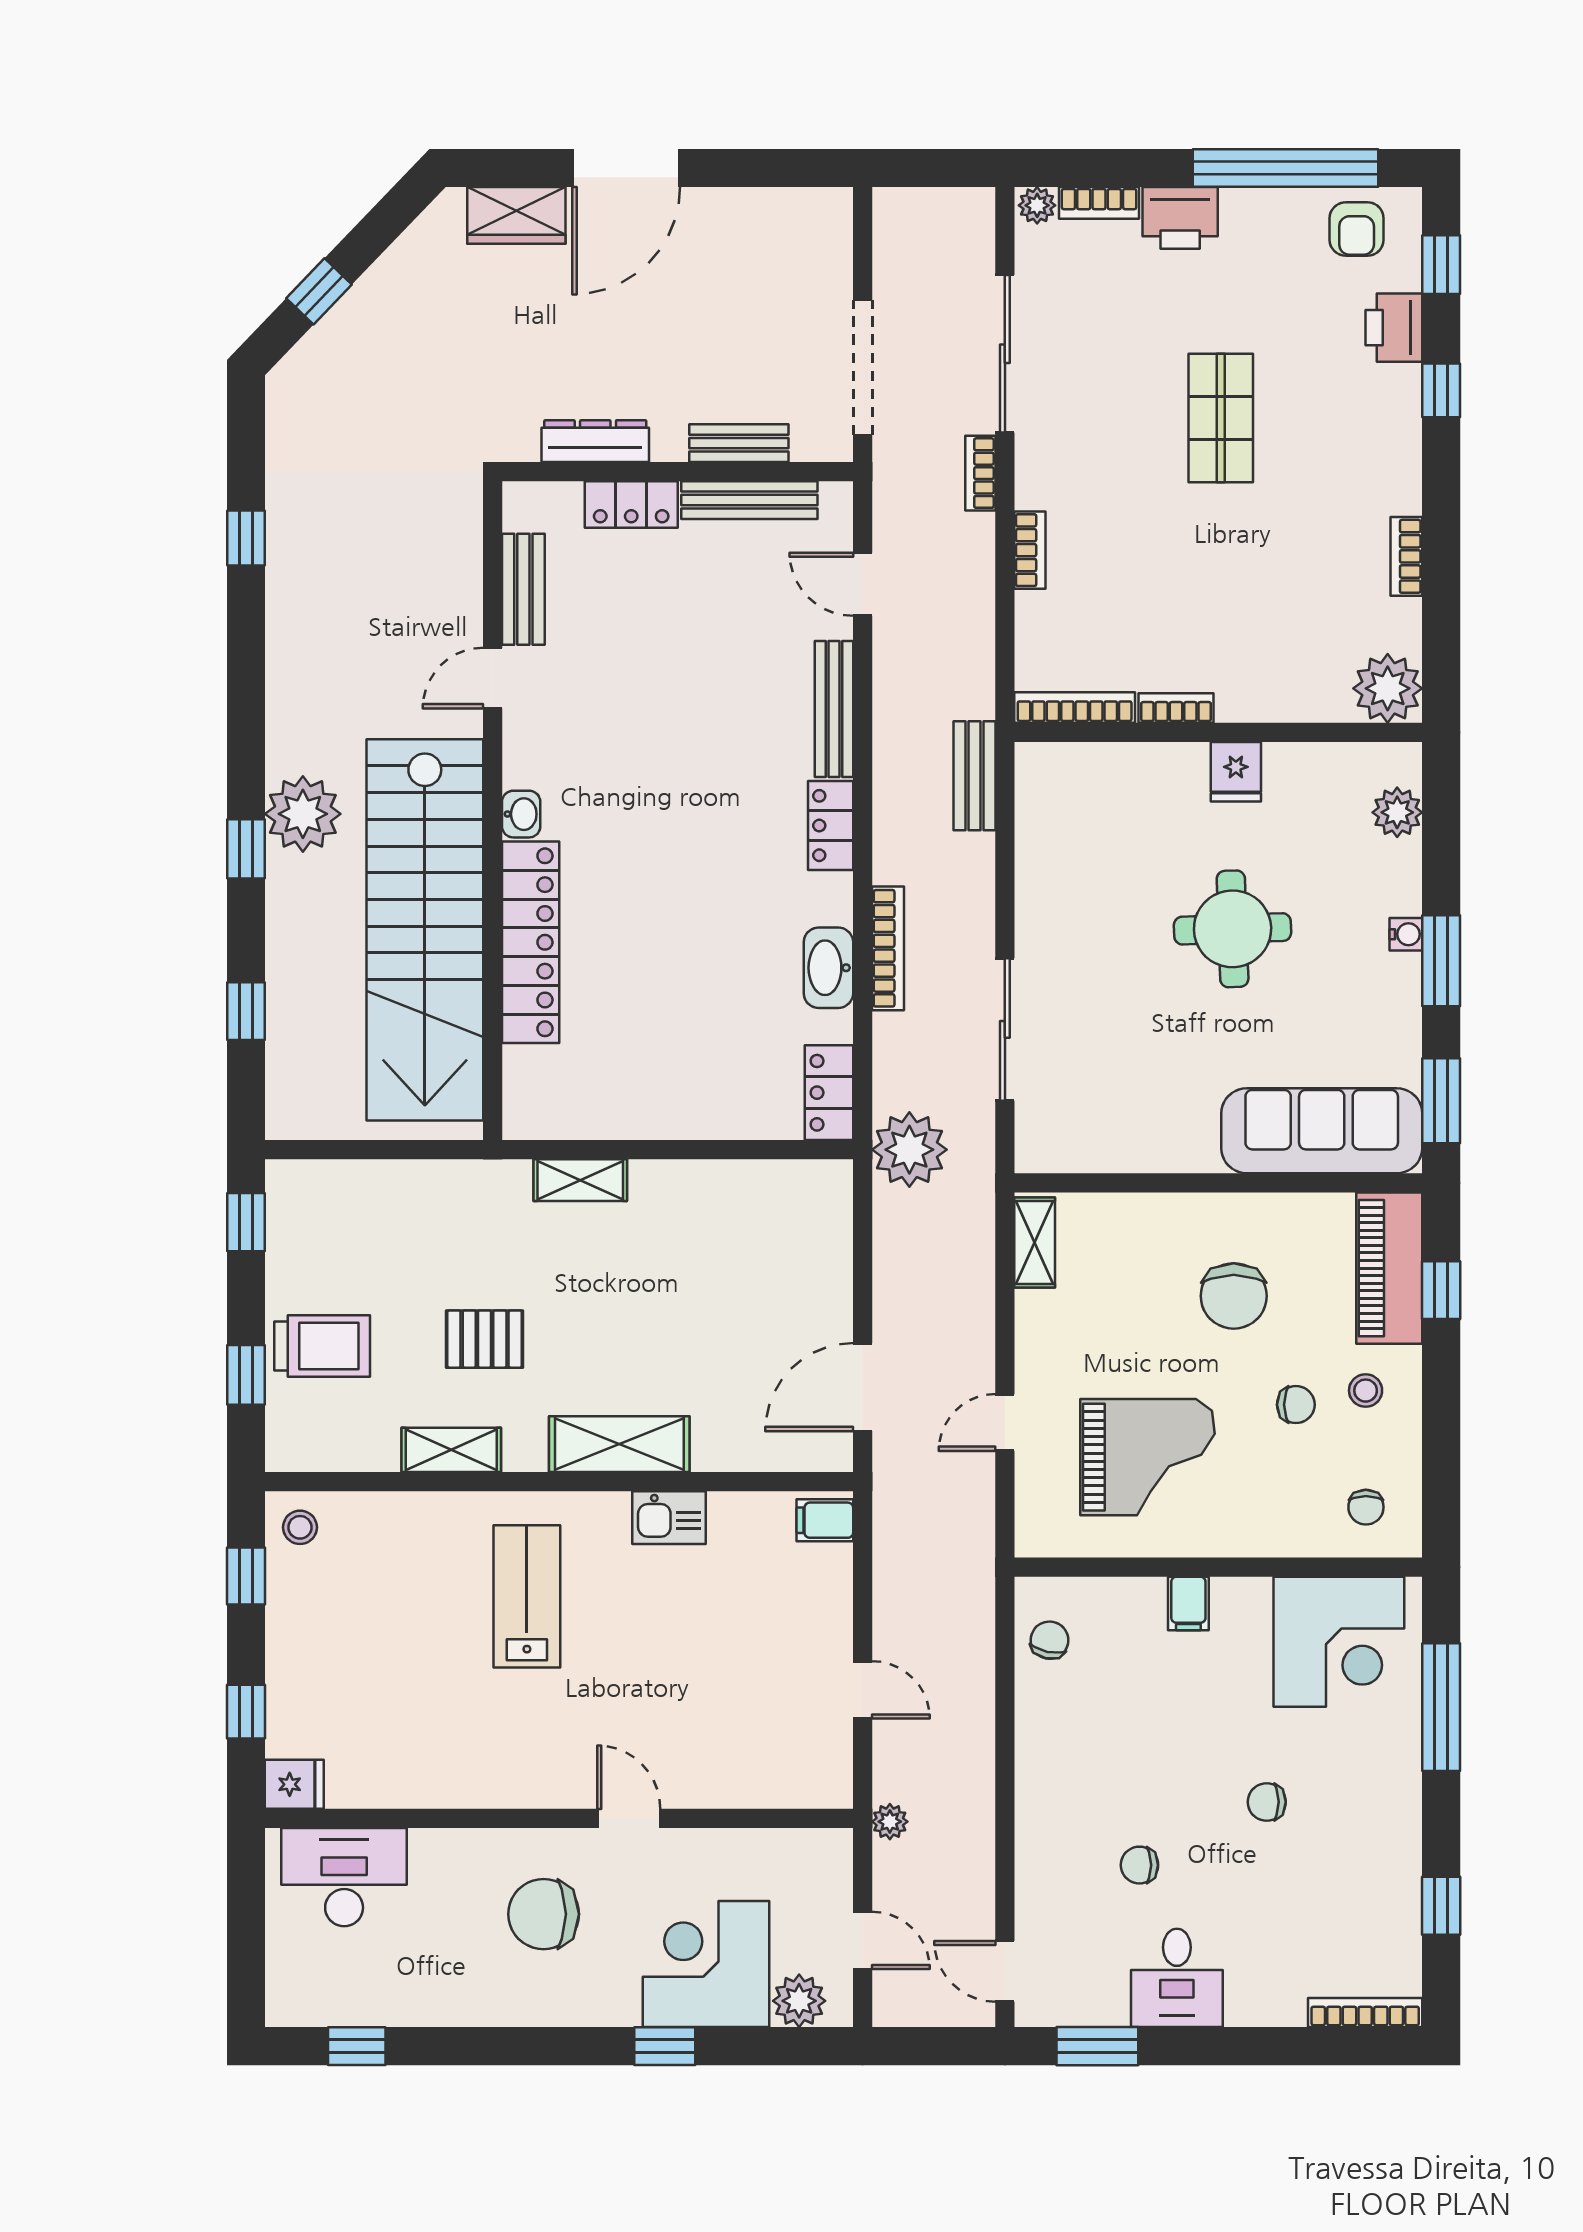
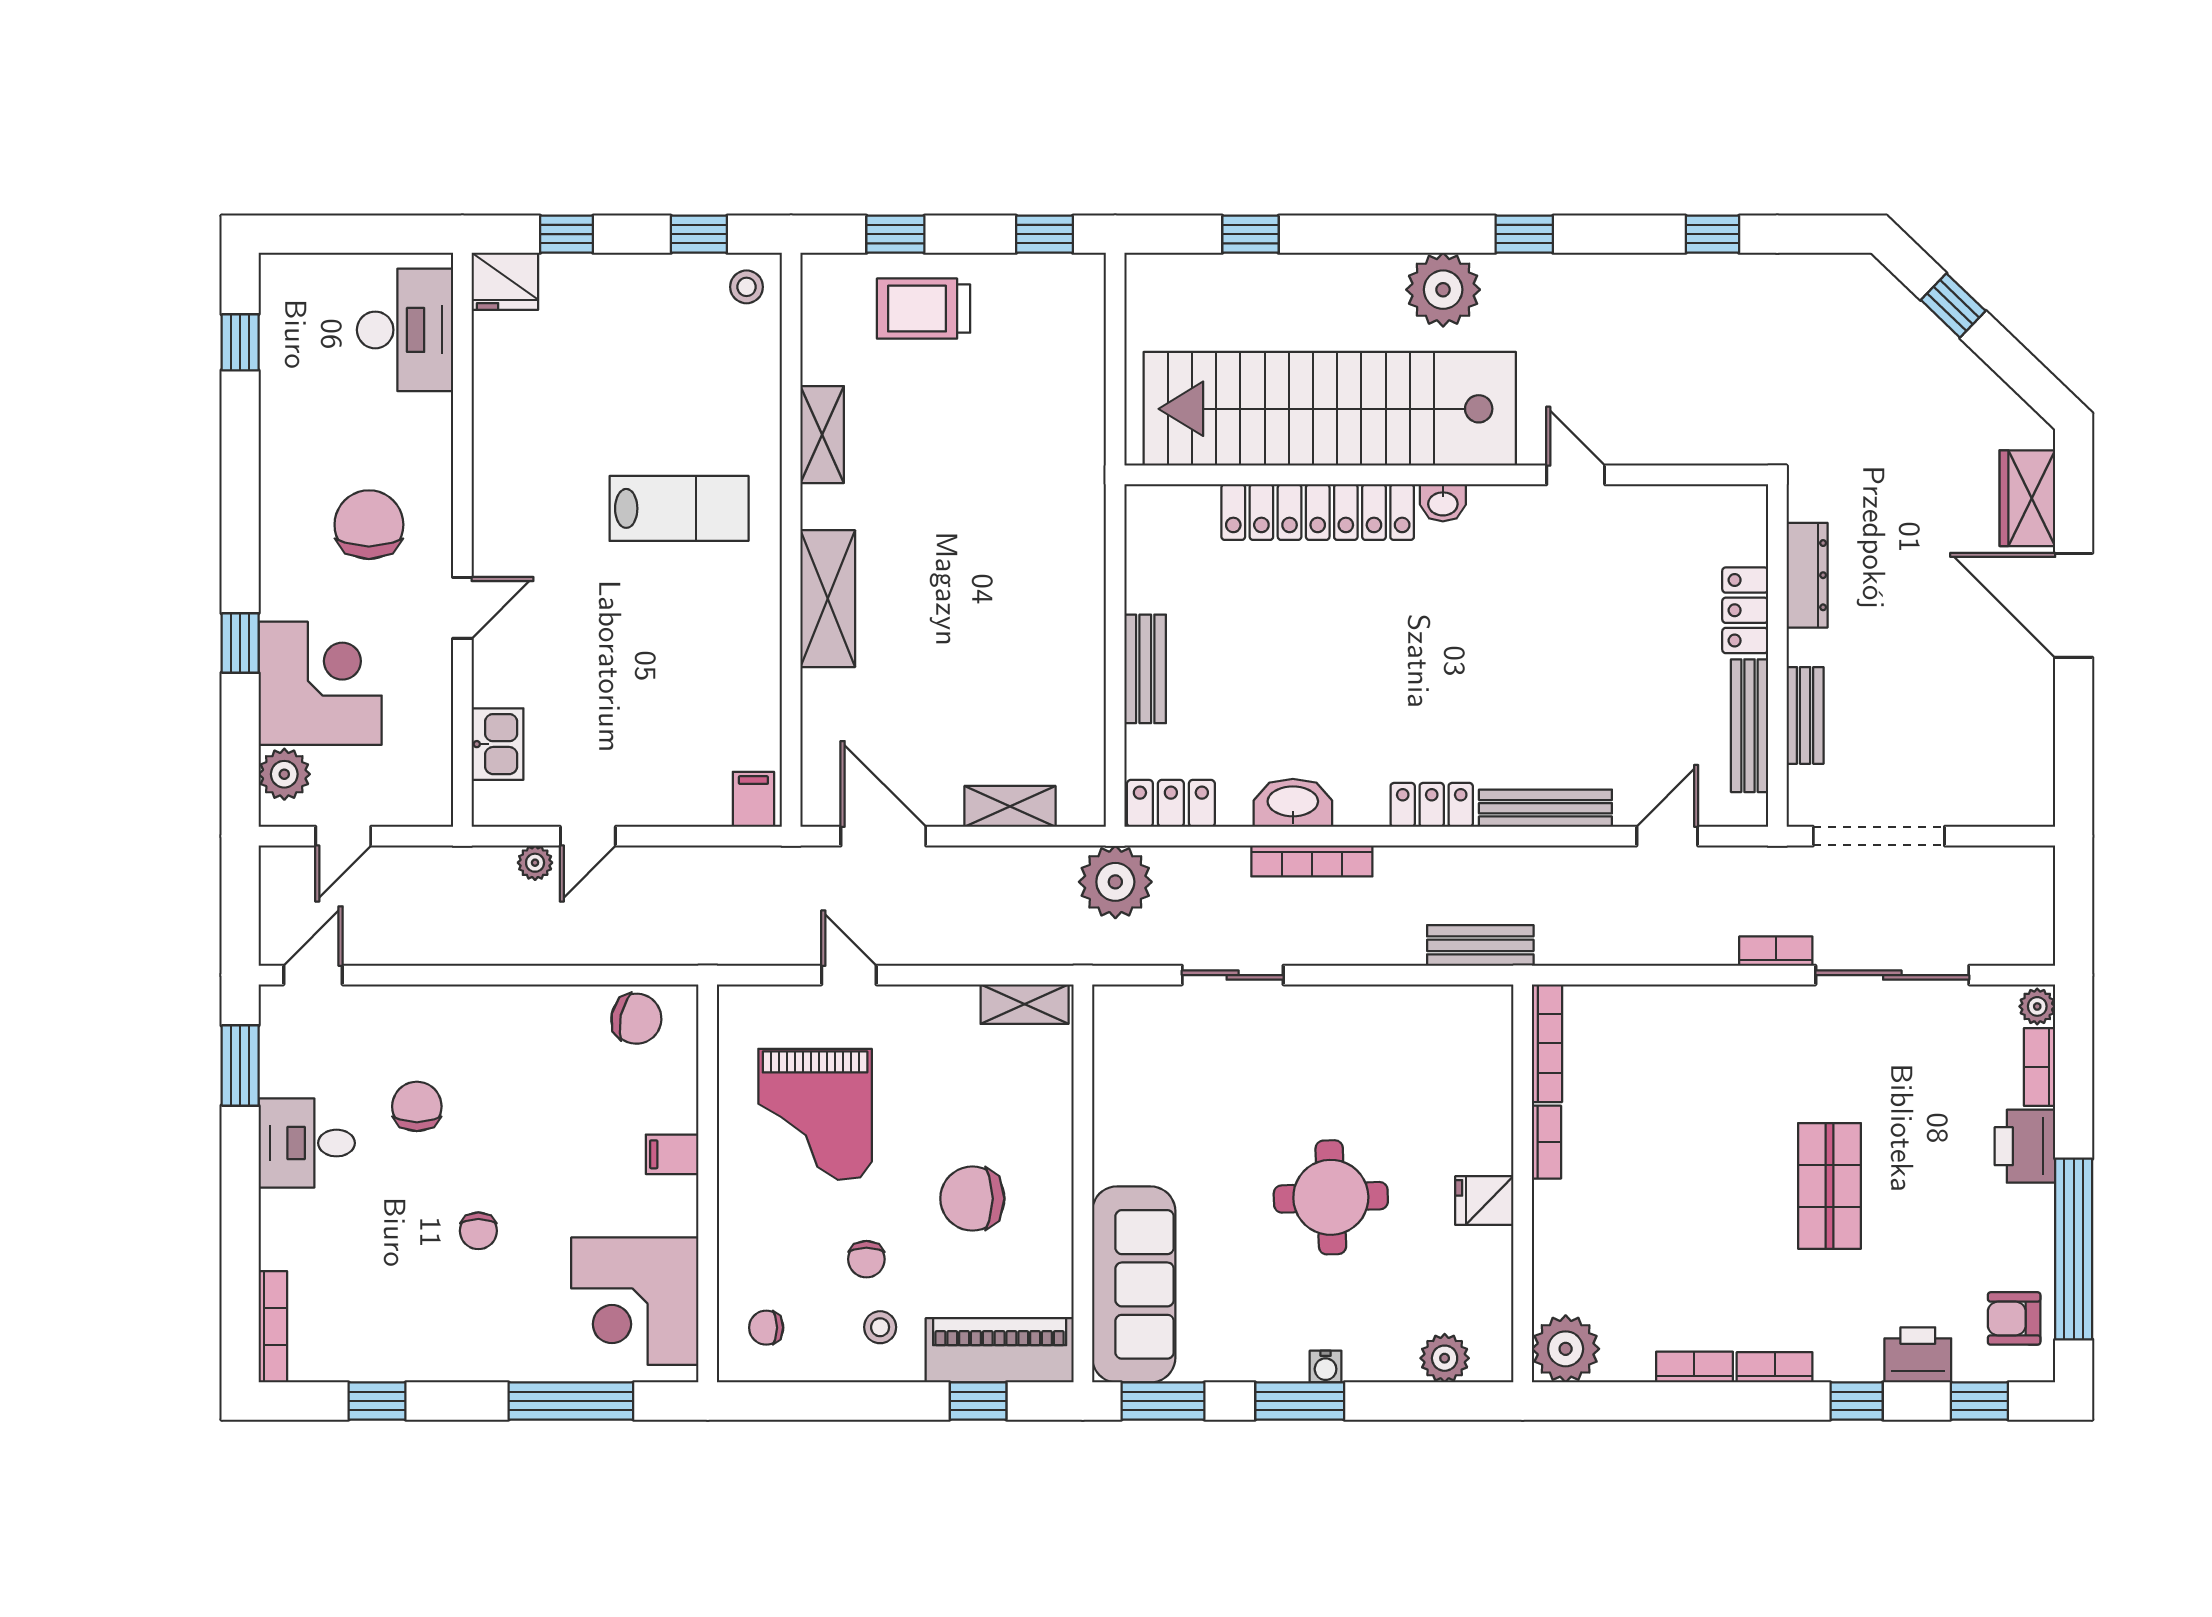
shop shelf: (1221, 418) -> (1829, 1186), turned 90
bookcase: (1030, 550) -> (1775, 1367), moved, turned 180
bench: (523, 589) -> (1145, 669), moved, turned 90
window: (246, 849) -> (1524, 234), moved
sliding door: (1005, 1029) -> (1233, 975), width x0.73
shelving: (580, 1180) -> (1010, 806), moved, turned 90
pallet: (485, 1339) -> (930, 467), removed
trolley: (322, 1346) -> (924, 309), turned 90
kitchen sink: (669, 1518) -> (498, 744), moved, turned 180
chair: (1050, 1640) -> (636, 1019), width x1.37, depth x1.37
fridge: (294, 1784) -> (505, 281), width x1.38
chair: (1267, 1802) -> (478, 1231), turned 180
plant: (890, 1822) -> (535, 863), moved
chair: (1139, 1865) -> (417, 1106), width x1.37, depth x1.37

